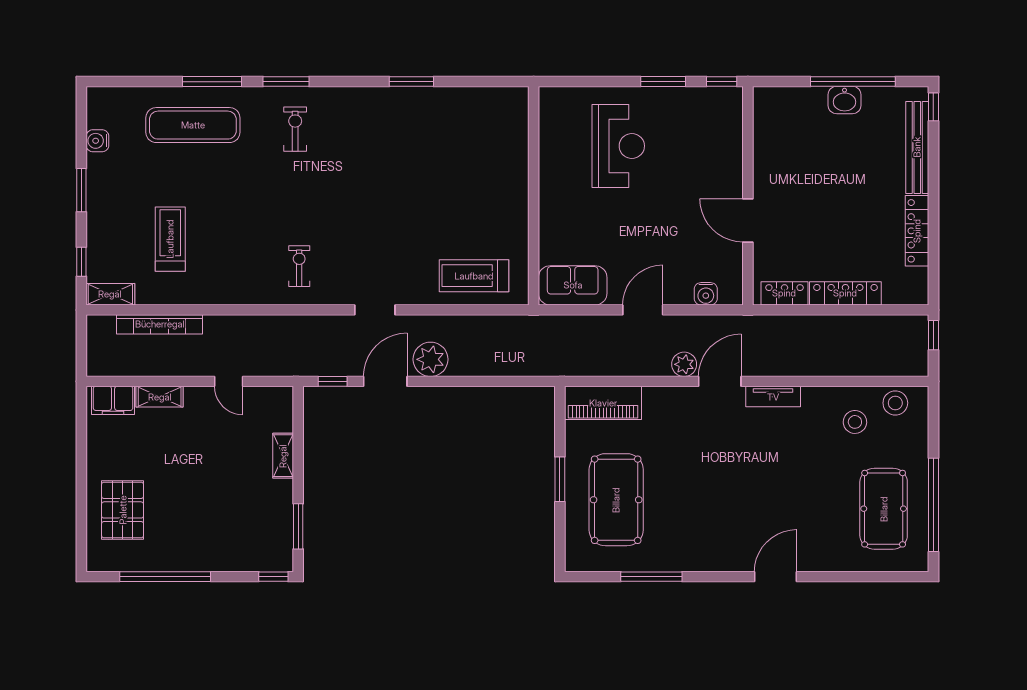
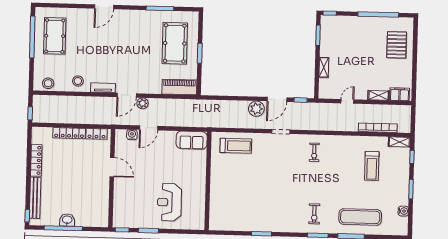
door: (643, 310) -> (149, 128), moved
door: (229, 381) -> (347, 101), hinge flipped
stool: (855, 422) -> (78, 81), moved

